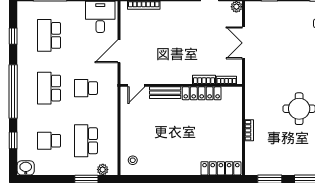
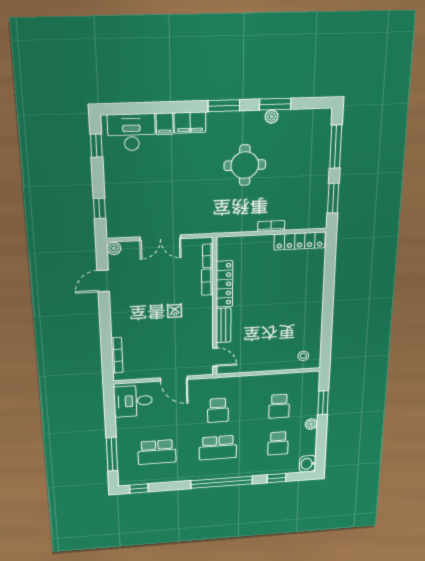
window: (13, 36) -> (139, 489), moved
school desk: (86, 141) -> (279, 406), width x0.54
locker: (221, 168) -> (300, 241), moved, turned -90
plant: (103, 170) -> (311, 424), moved

